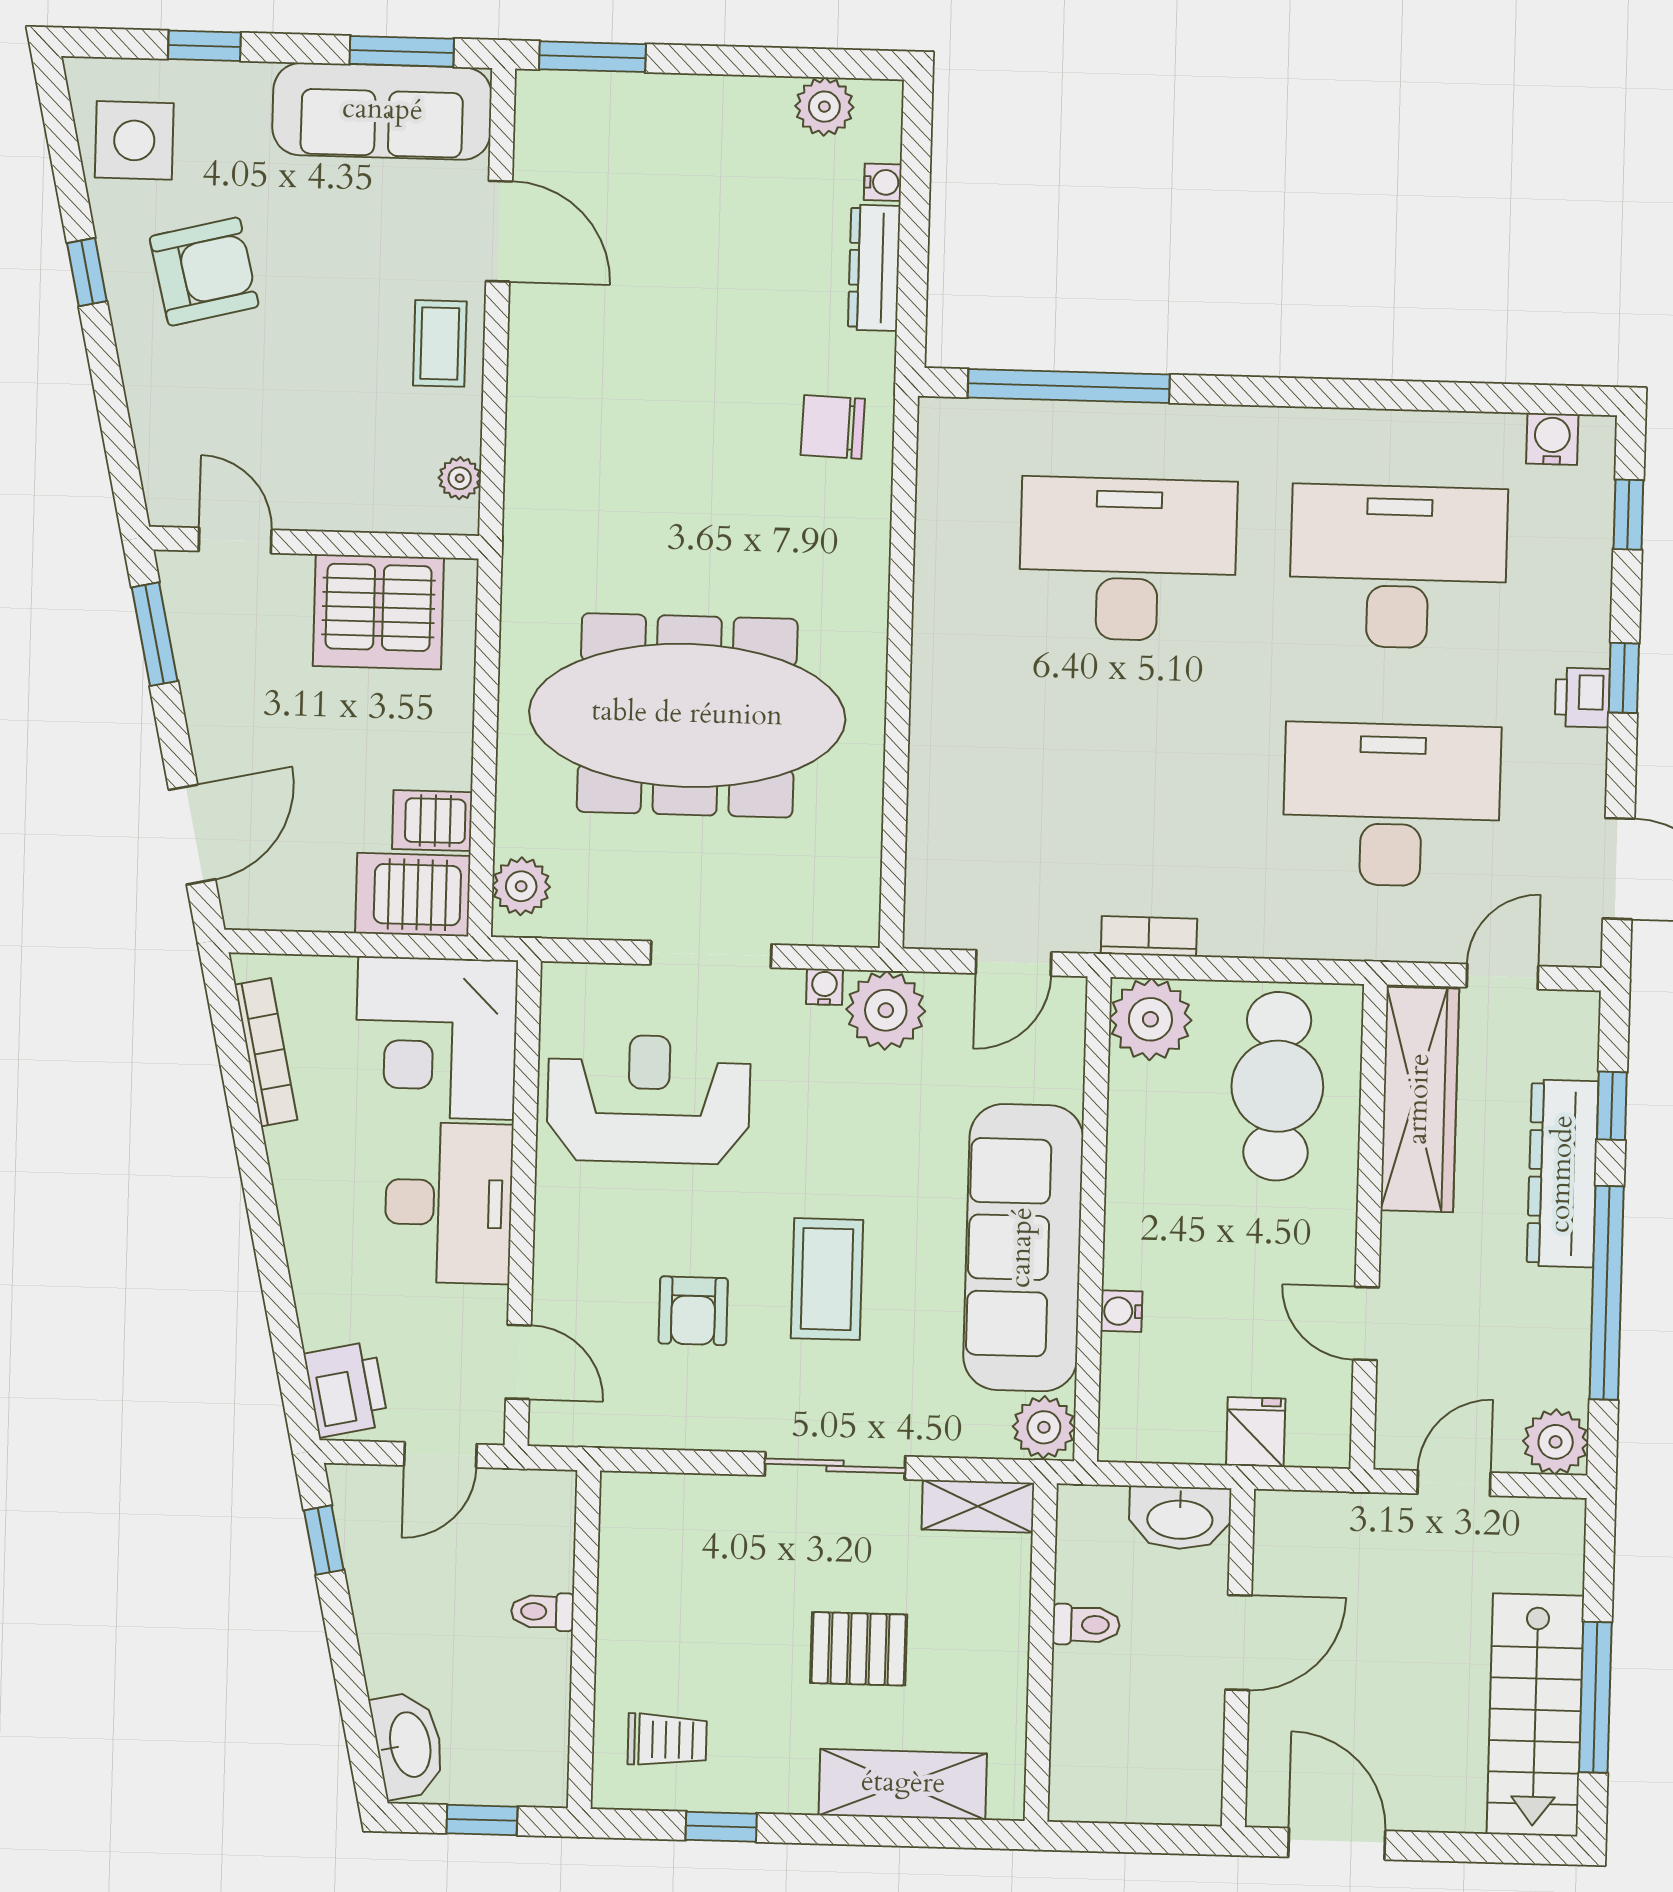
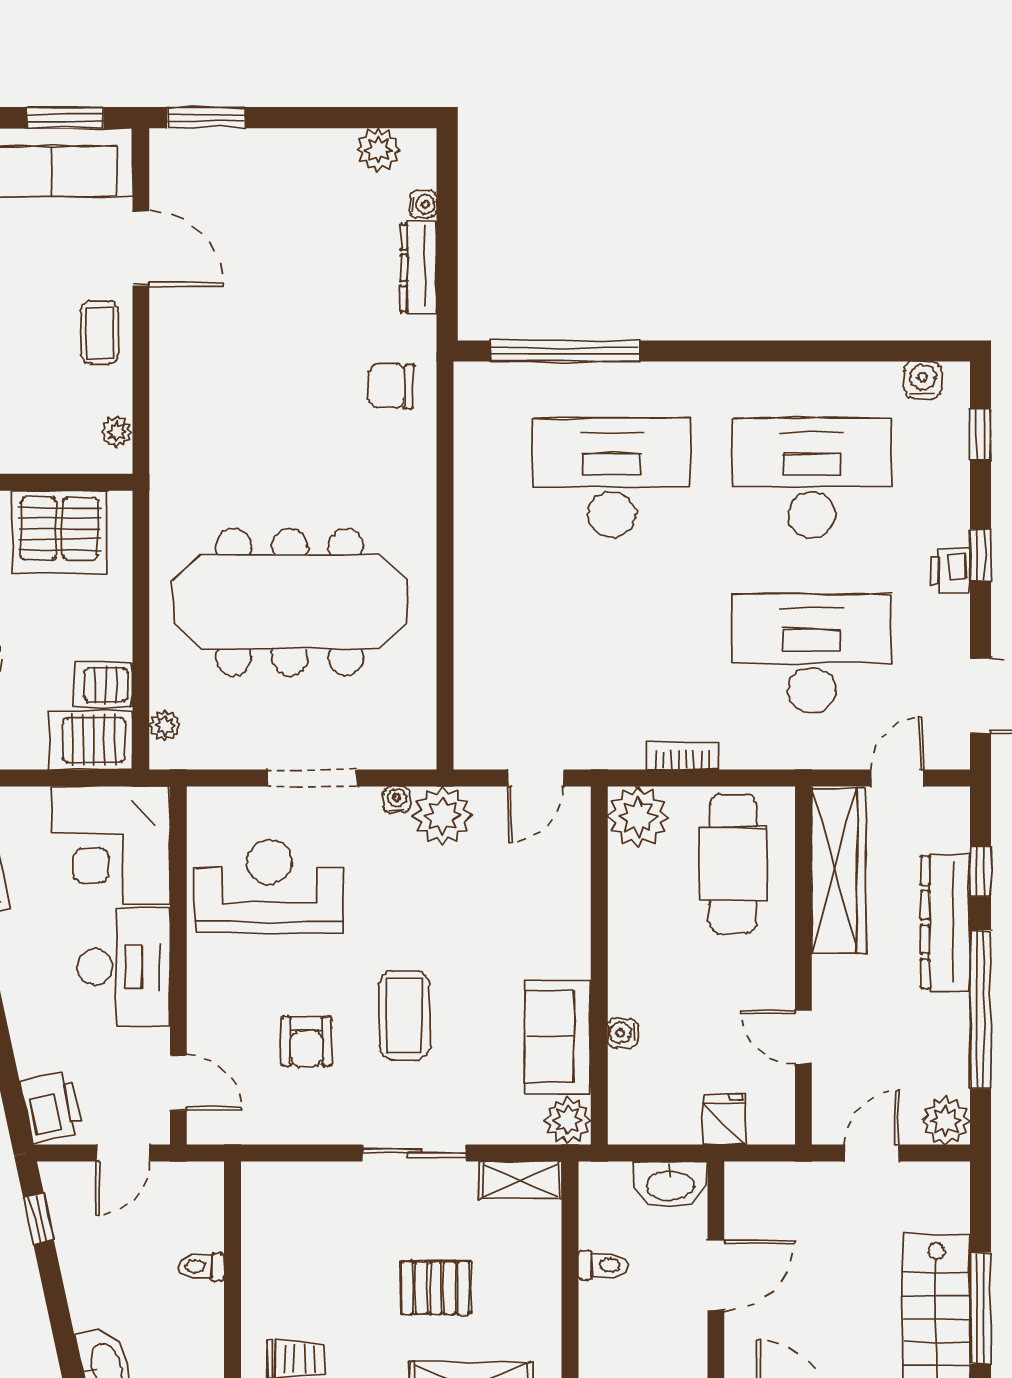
plant: (521, 886) -> (165, 726), width x0.73, depth x0.73
bookcase: (1149, 936) -> (682, 756), moved
sofa: (1023, 1248) -> (558, 1037), width x0.54, depth x0.79

